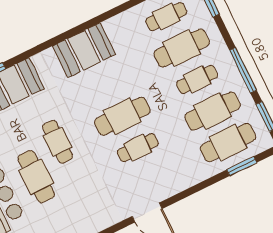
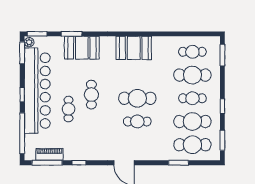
window: (243, 70) -> (222, 106), width x0.46
window: (242, 166) -> (178, 163), moved
cafe table: (36, 177) -> (68, 109), width x0.73, depth x0.74

